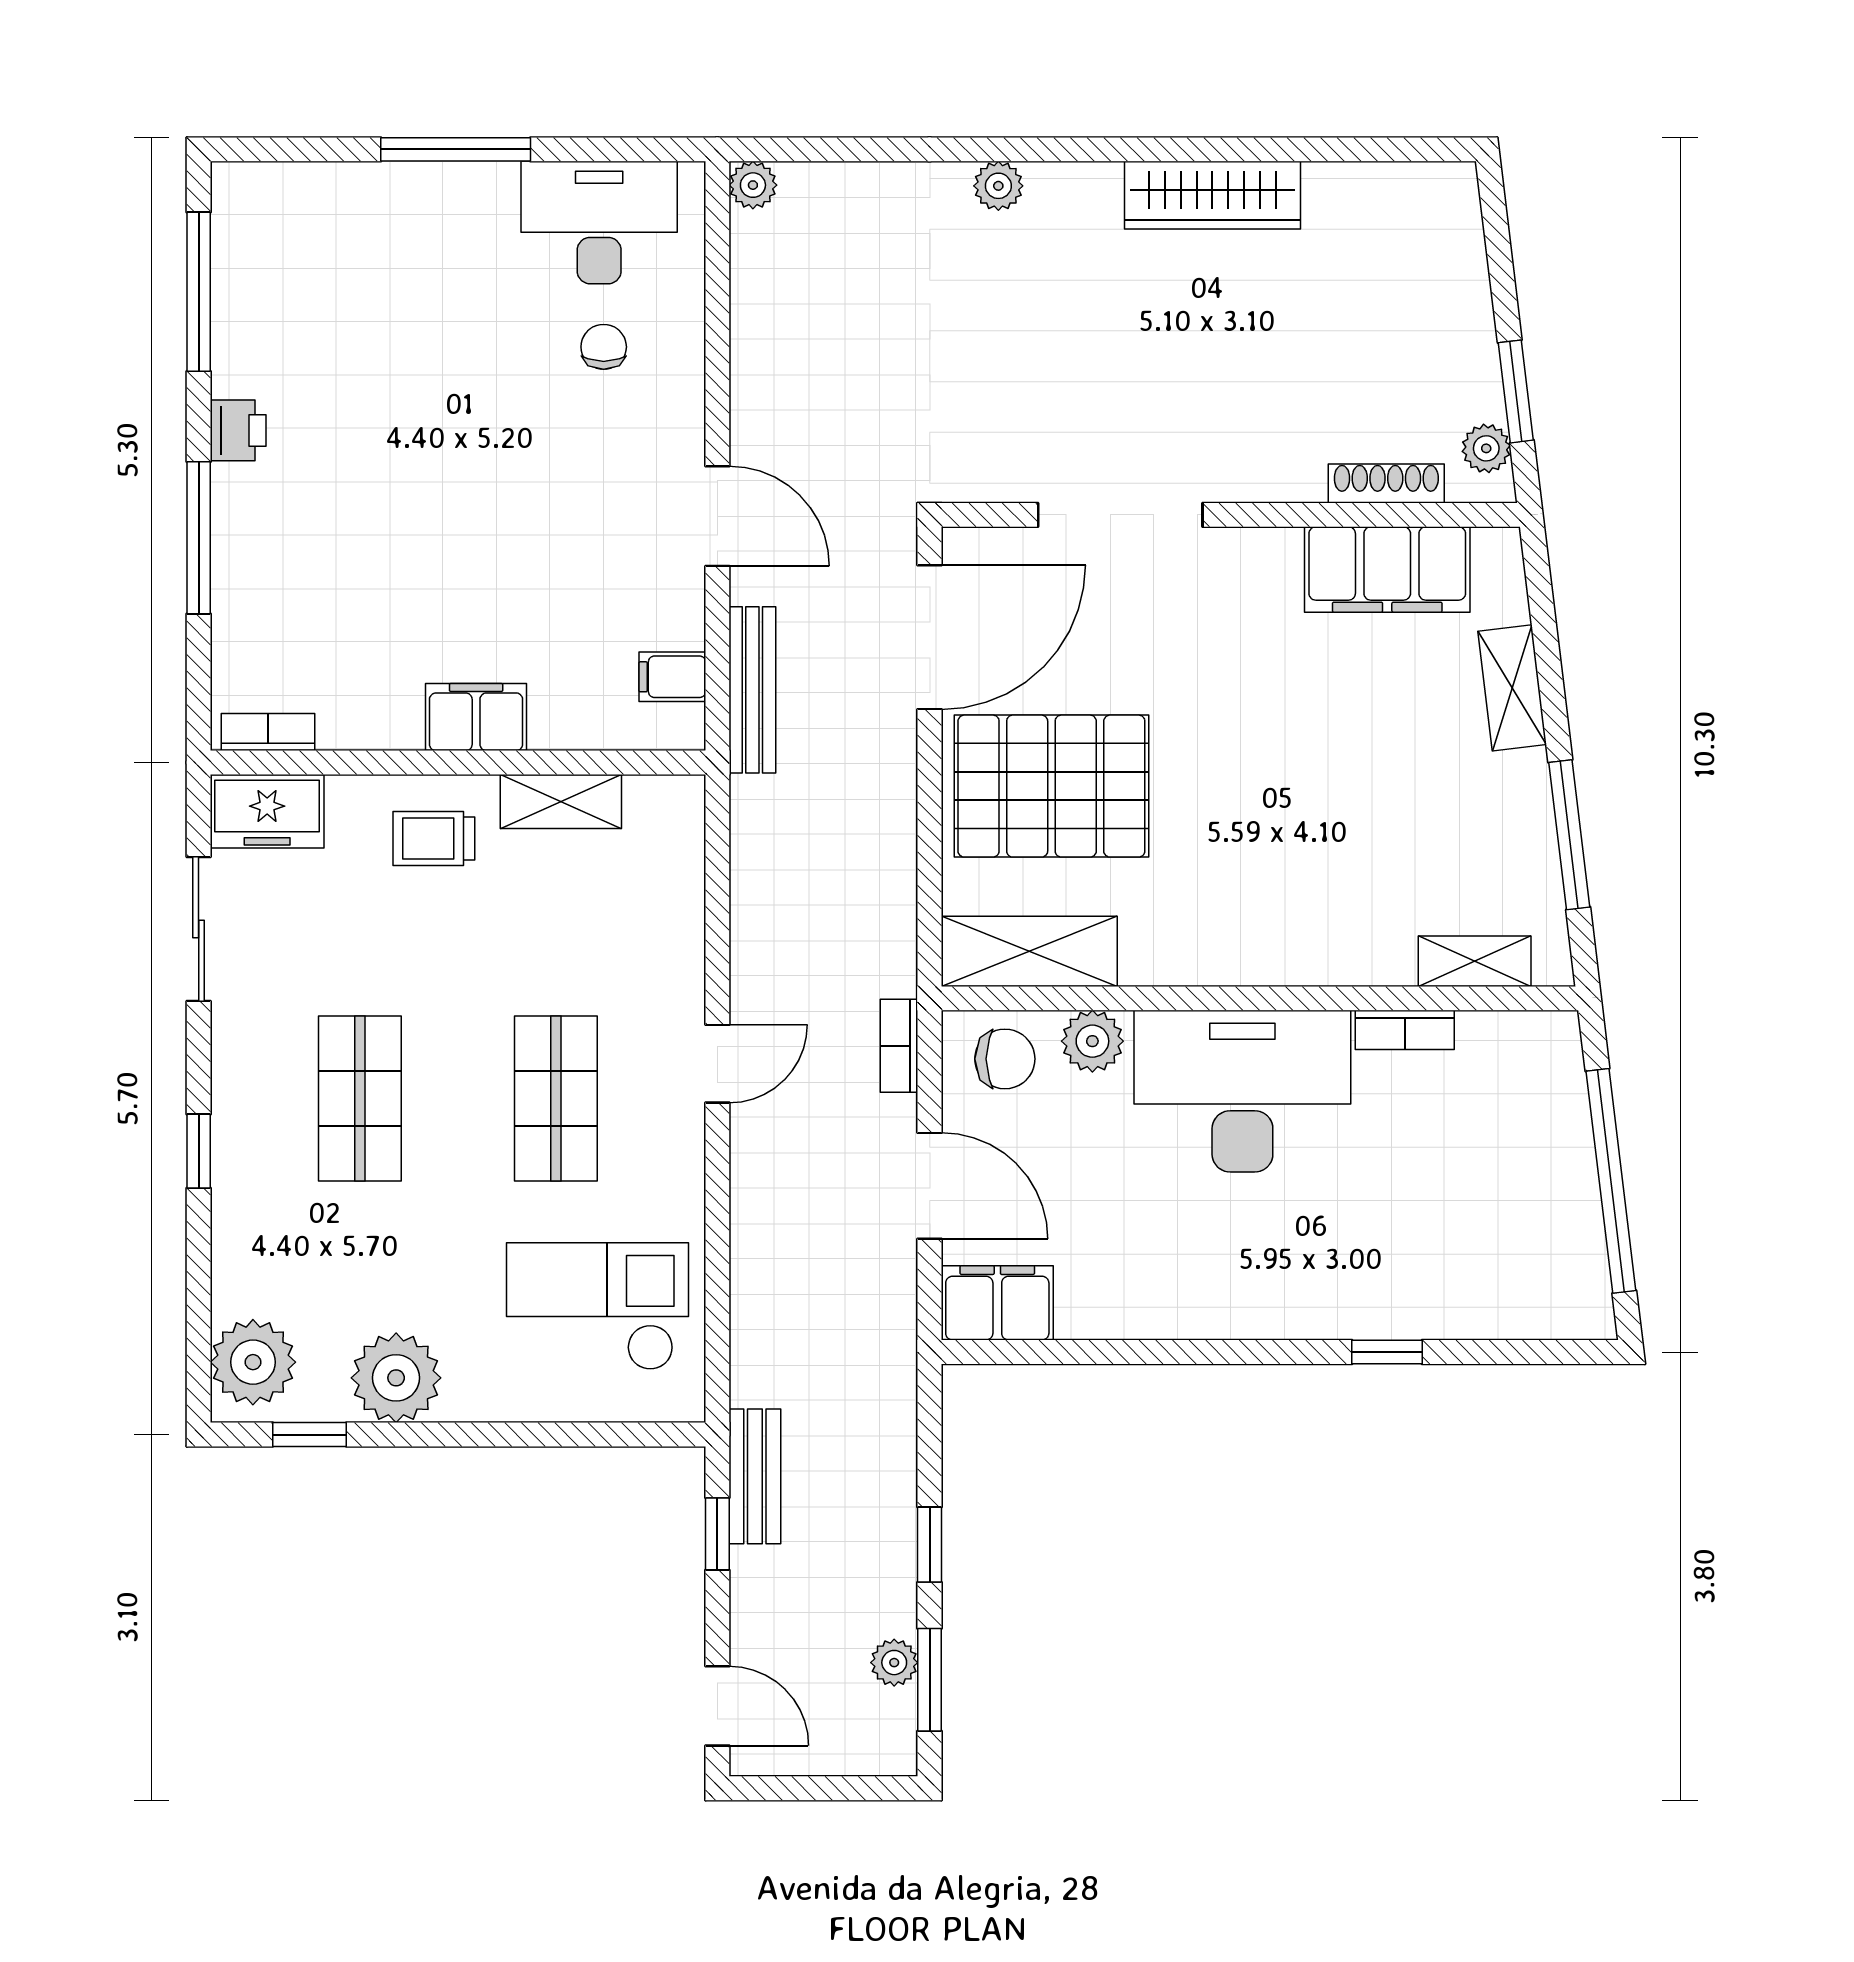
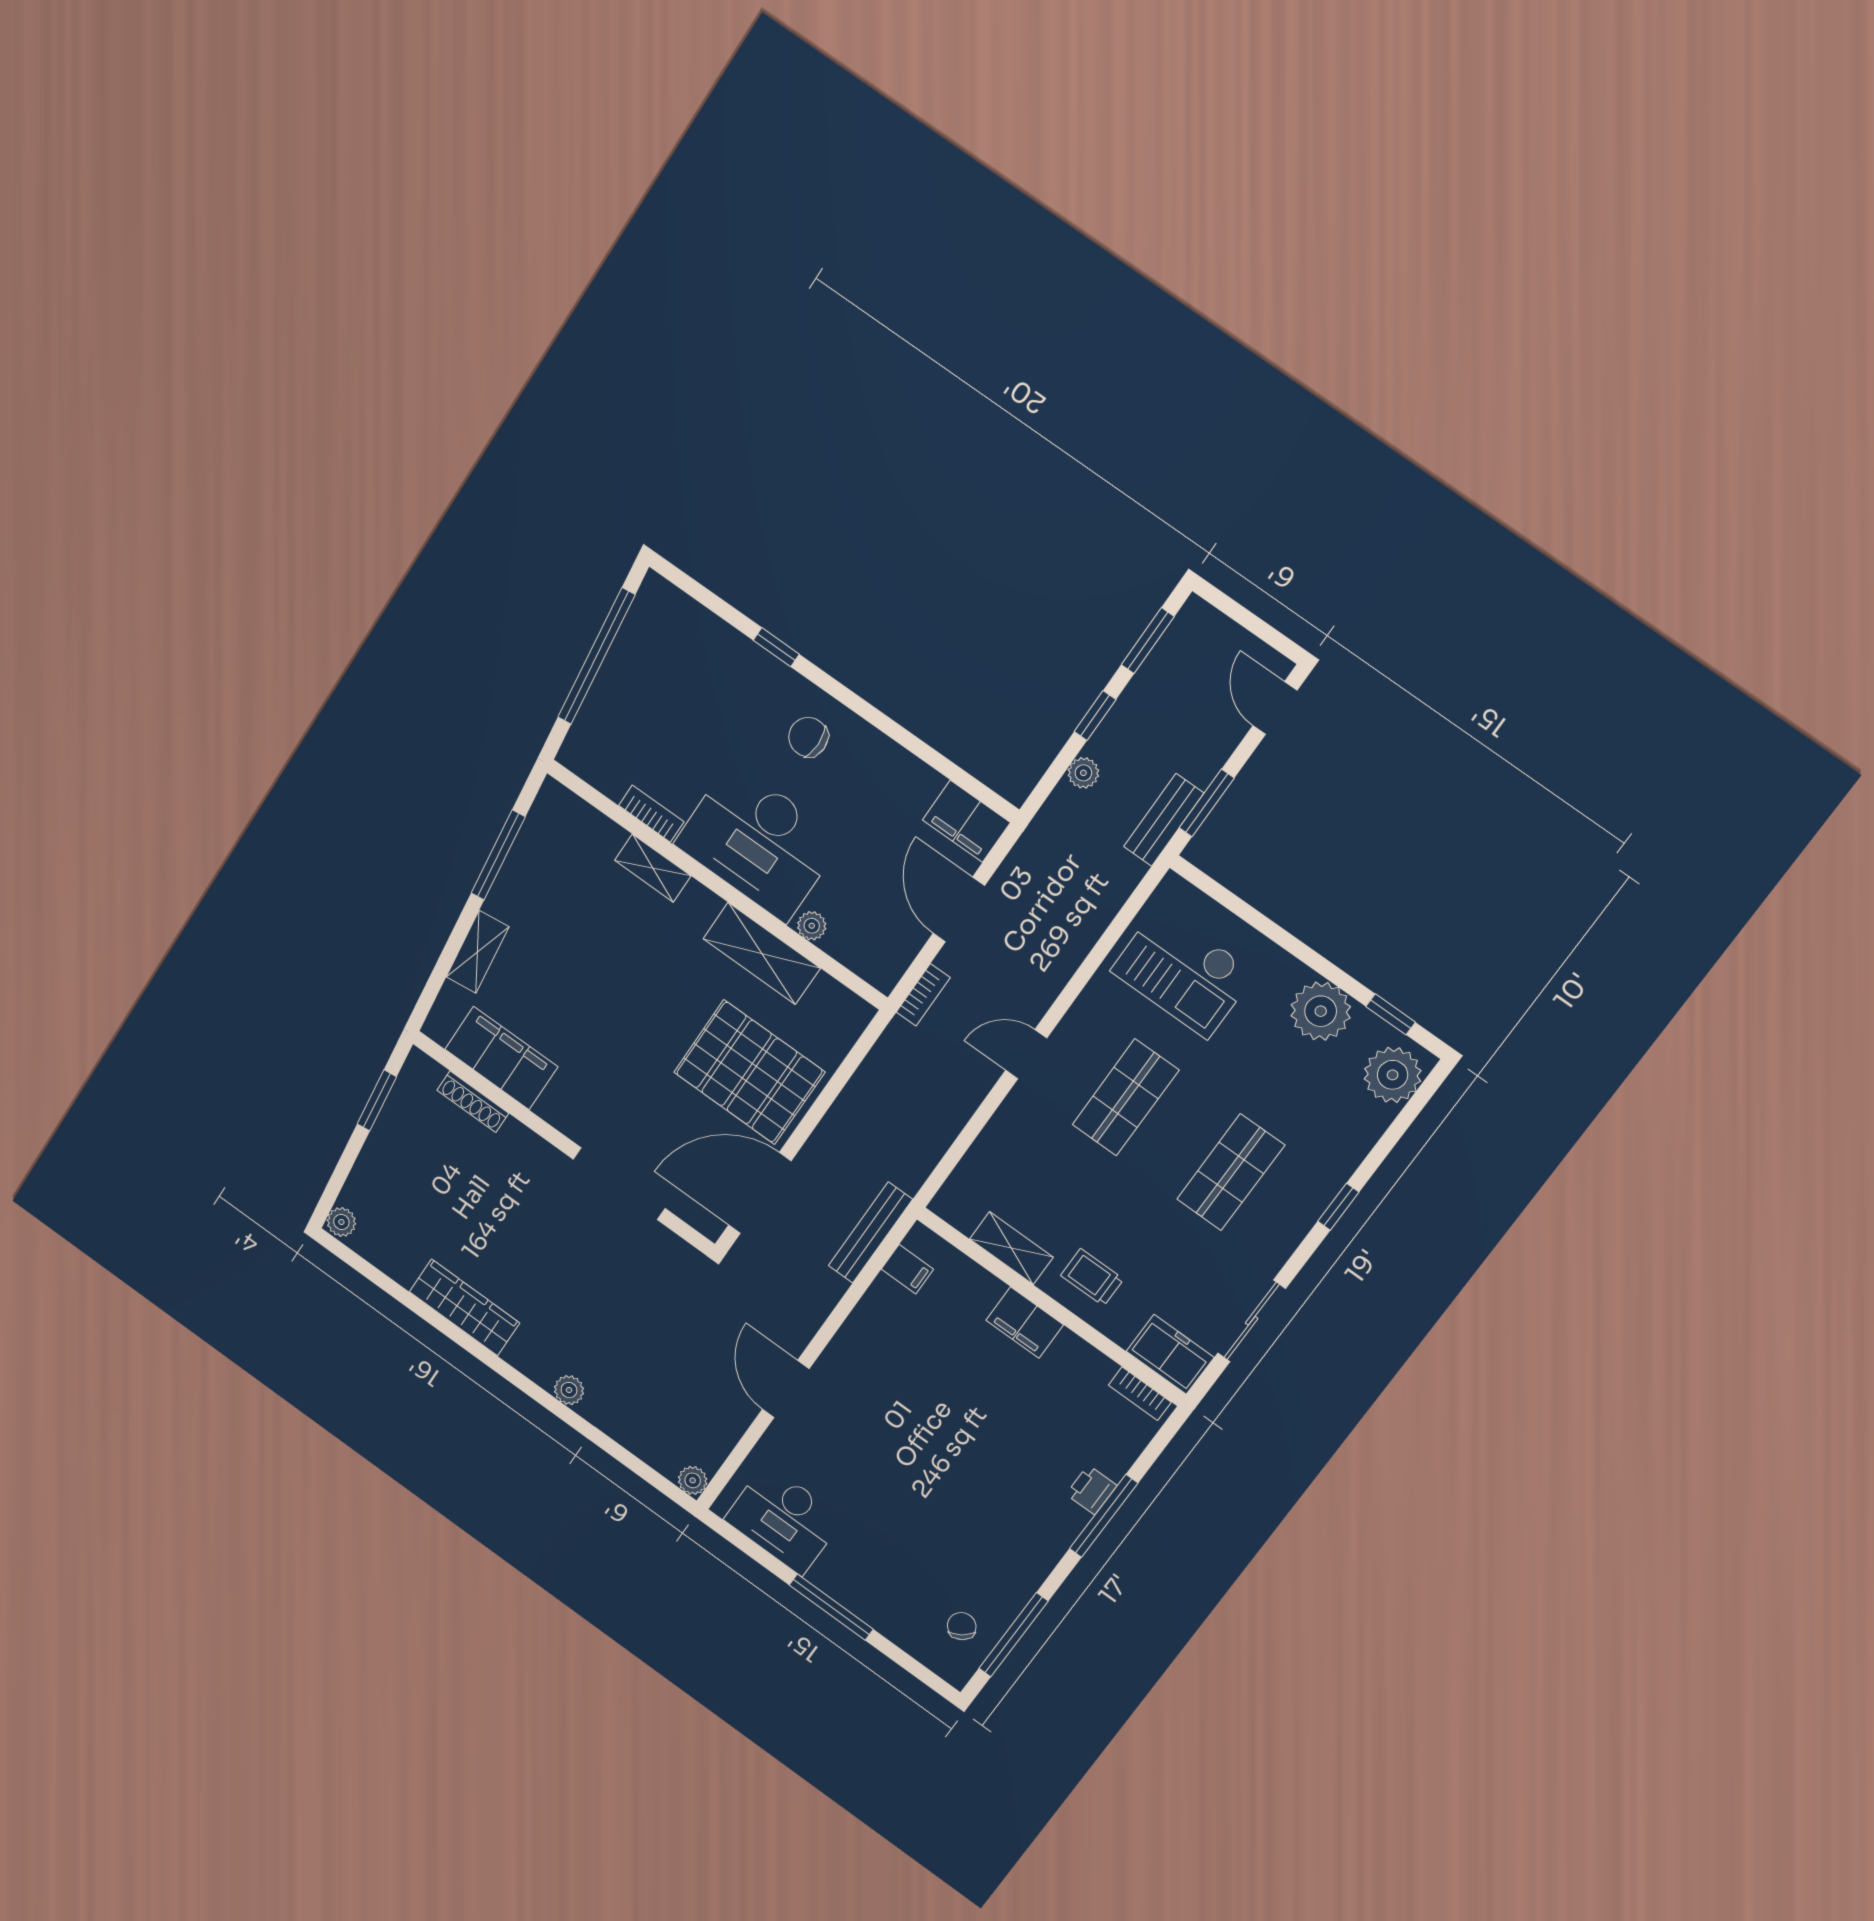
chair: (604, 347) -> (962, 1626), moved, turned 143
printer: (238, 430) -> (1091, 1490), moved
plant: (1486, 448) -> (341, 1222), moved
door: (717, 516) -> (786, 1389), moved
trolley: (434, 839) -> (1092, 1277), turned 180
shelving: (1029, 951) -> (762, 953), moved
shelving: (1475, 961) -> (653, 868), moved
plant: (1092, 1041) -> (812, 926), width x0.73, depth x0.73
chair: (1005, 1059) -> (808, 737), moved
window: (717, 1534) -> (1207, 803), width x1.50
plant: (894, 1663) -> (1083, 773), moved

